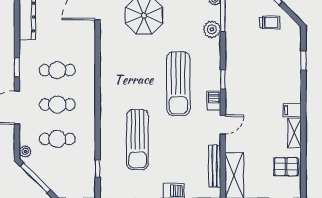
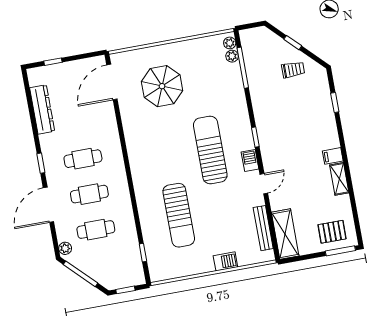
plant: (212, 29) -> (235, 88), removed
sun lounger: (178, 84) -> (210, 150), turned 180
pallet: (286, 167) -> (332, 232), moved

